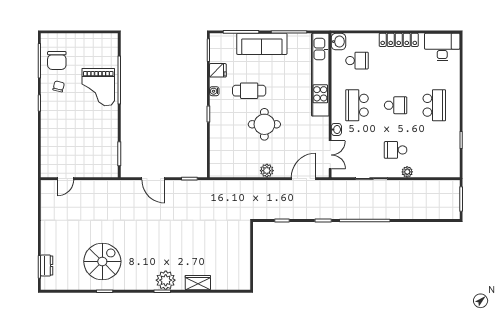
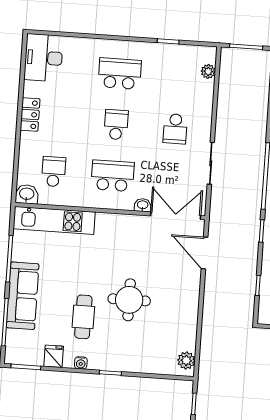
locker: (399, 40) -> (30, 114), width x0.66
kitchen unit: (320, 75) -> (54, 220), width x0.73
school desk: (357, 105) -> (113, 176), turned 180
double door: (330, 155) -> (176, 216), width x1.37
plant: (267, 171) -> (186, 360), moved
plant: (407, 172) -> (208, 71), moved

